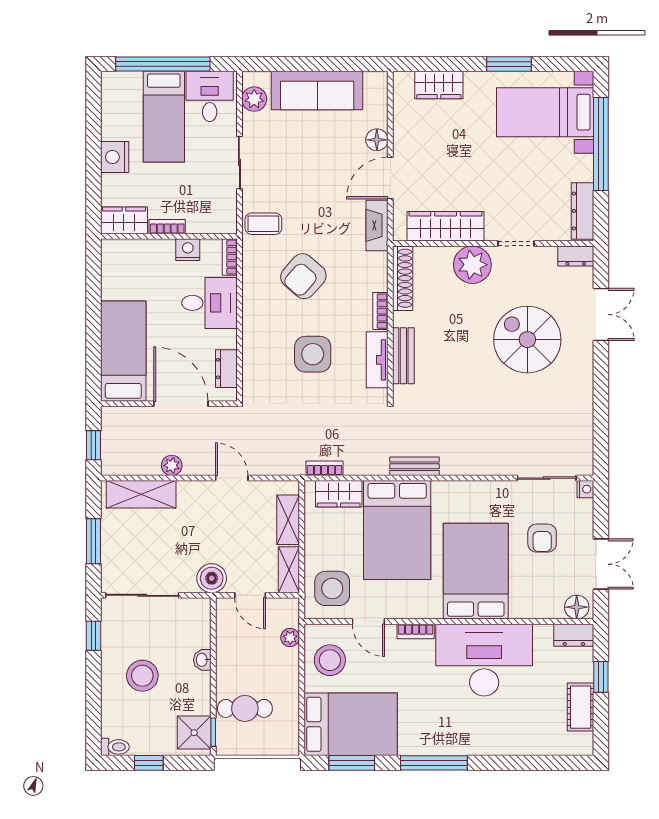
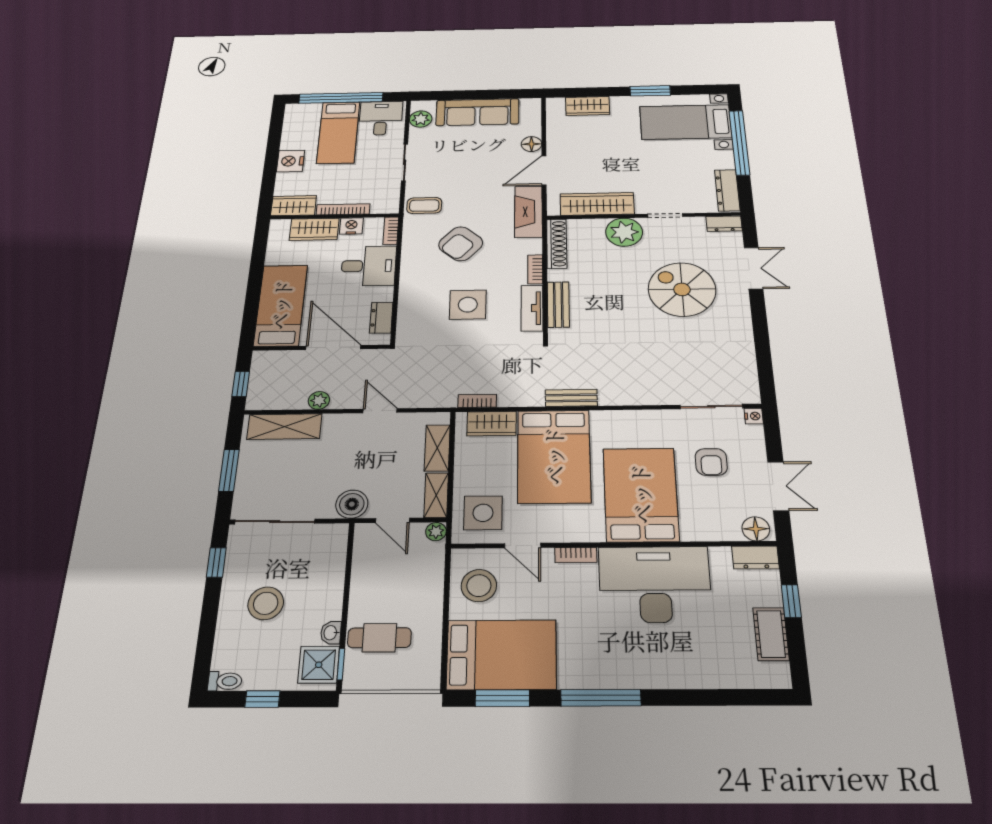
fireplace: (377, 225) -> (528, 212), width x1.37, depth x1.32
bookcase: (167, 227) -> (343, 209), width x1.56
wardrobe: (149, 253) -> (314, 229), added
plant: (290, 637) -> (436, 532), moved
washbasin: (202, 660) -> (331, 633), moved

